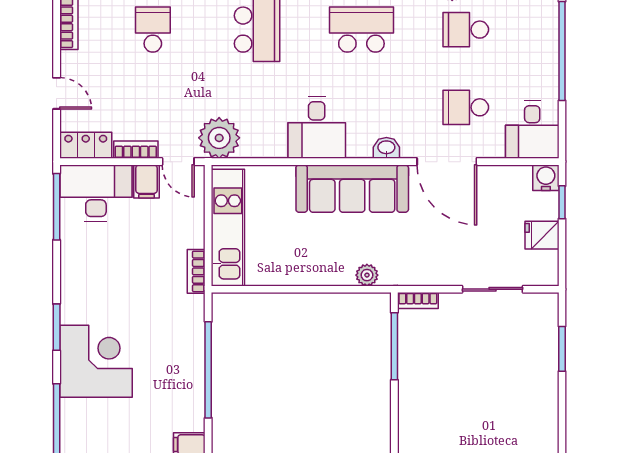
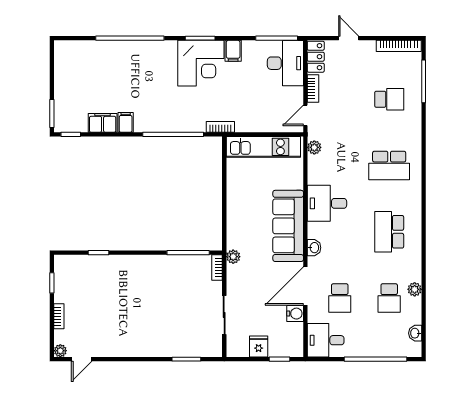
school desk: (361, 30) -> (389, 232), turned 180
school desk: (466, 30) -> (389, 298), turned 180
door: (57, 93) -> (349, 38), swing flipped
school desk: (466, 107) -> (340, 298), turned 180
plant: (219, 138) -> (314, 147), width x0.53, depth x0.53
water cooler: (546, 178) -> (295, 314), moved
filing cabinet: (147, 181) -> (233, 51), moved, turned -90
bookcase: (196, 271) -> (220, 127), moved
plant: (367, 275) -> (233, 257), moved
corner desk: (96, 361) -> (201, 63), moved

